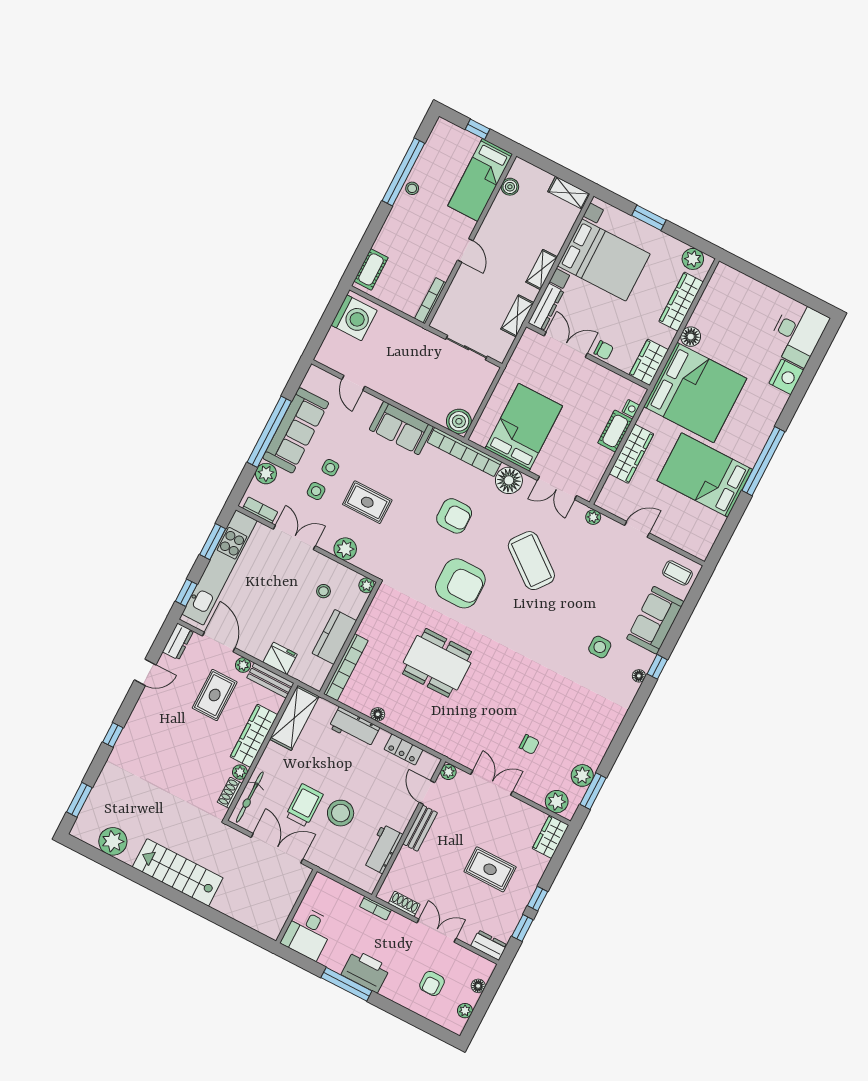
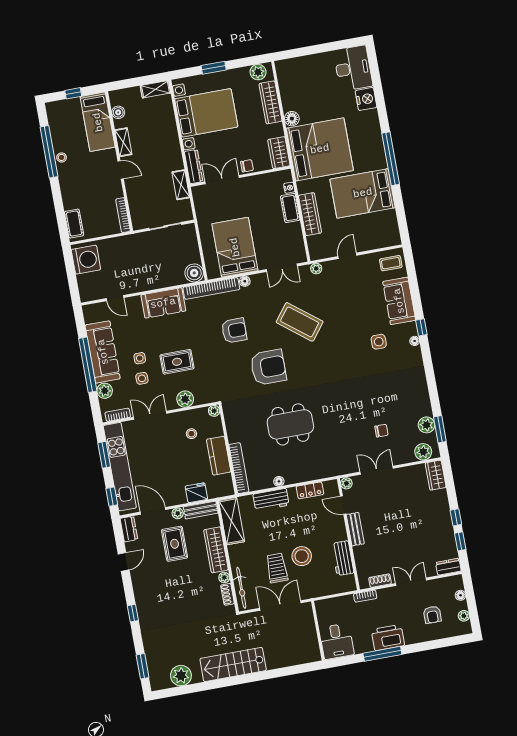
shelving: (542, 269) -> (123, 142), moved
floor lamp: (509, 480) -> (245, 281), width x0.53, depth x0.53
rug: (490, 869) -> (415, 522), removed

